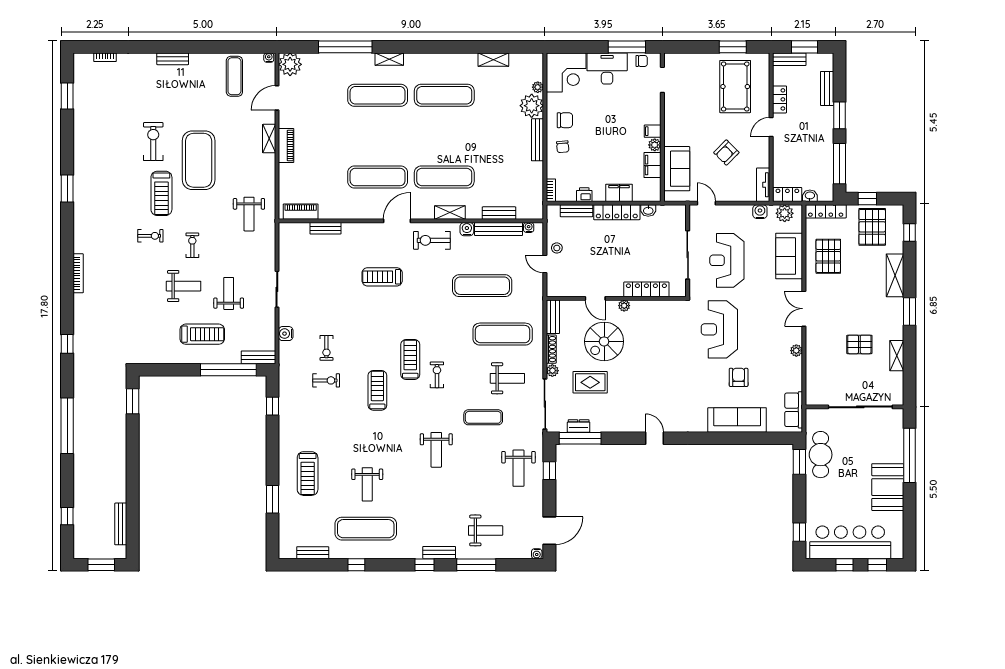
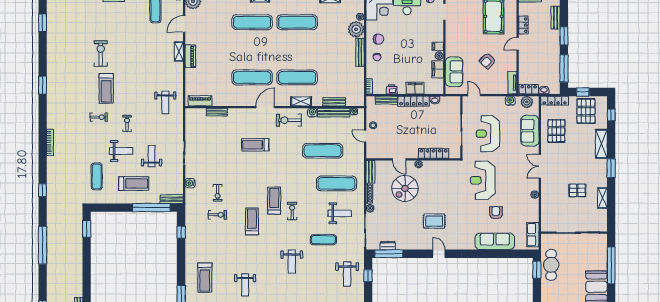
exercise mat: (199, 160) -> (97, 176), moved, width x0.50, depth x0.69
rug: (590, 382) -> (434, 221), moved

